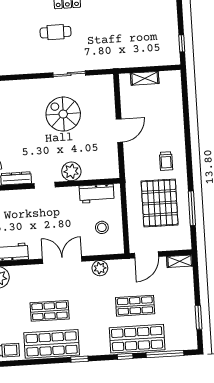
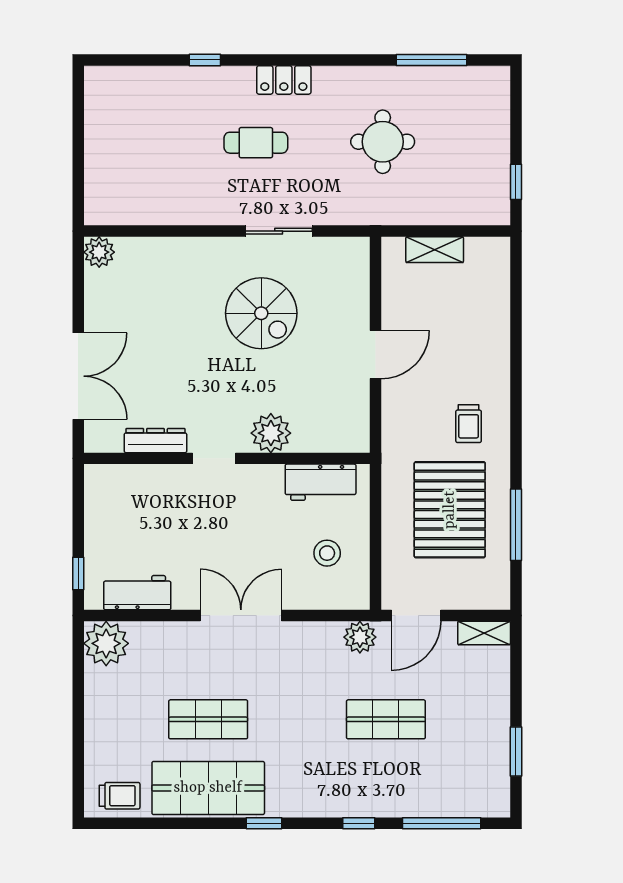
round table: (117, 28) -> (383, 142), added
spiral stairs: (63, 114) -> (261, 313), turned 180
plant: (100, 268) -> (360, 637), moved
shop shelf: (137, 339) -> (386, 788), removed

